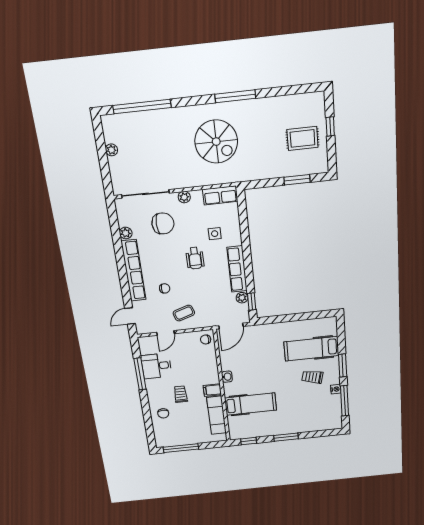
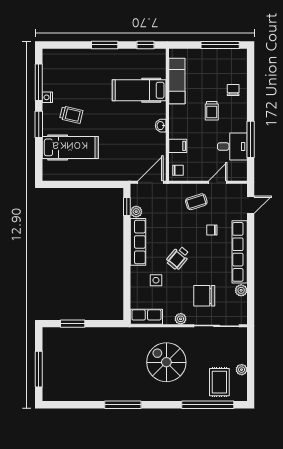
window: (330, 126) -> (39, 369), width x2.17
rug: (302, 138) -> (219, 382), moved, turned 90
spiral stairs: (216, 142) -> (166, 362), moved
wheelchair: (195, 258) -> (178, 258), turned -140
filing cabinet: (212, 390) -> (178, 146), moved

